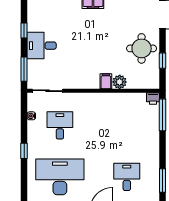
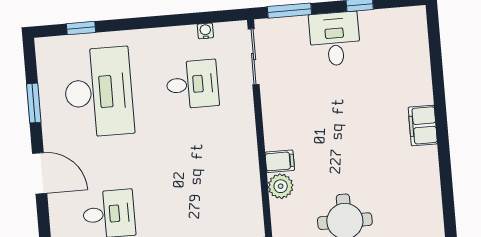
window: (24, 151) -> (81, 28), moved

